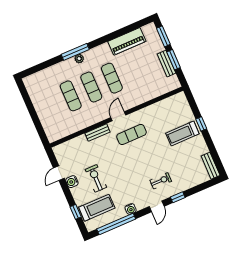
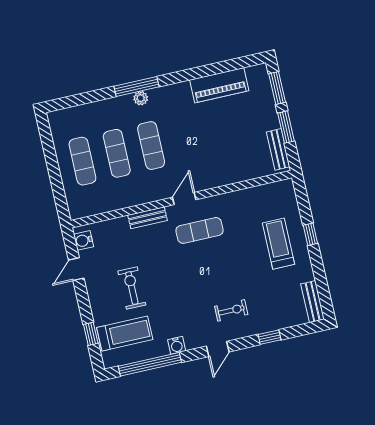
bench: (166, 64) -> (278, 149), moved
exercise mat: (112, 78) -> (82, 161), moved
treadmill: (182, 133) -> (278, 244), turned 90
water cooler: (72, 182) -> (84, 240), moved
window: (178, 197) -> (270, 337), moved

